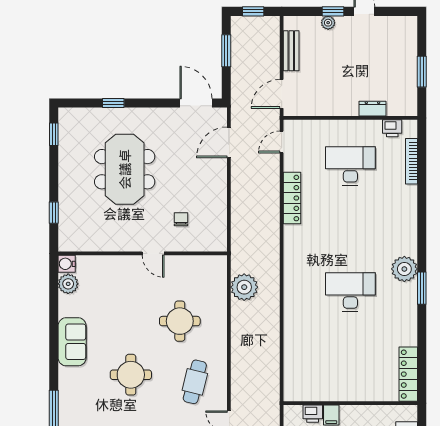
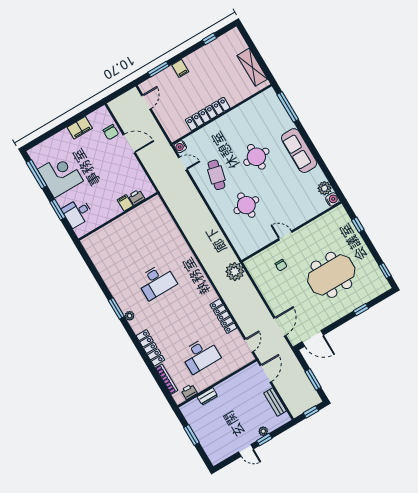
meeting table: (125, 169) -> (331, 275), turned 90
plant: (404, 269) -> (130, 316), width x0.53, depth x0.53
plant: (244, 287) -> (235, 272), moved
sofa: (72, 342) -> (299, 151), width x1.36
locker: (408, 374) -> (150, 348), moved

